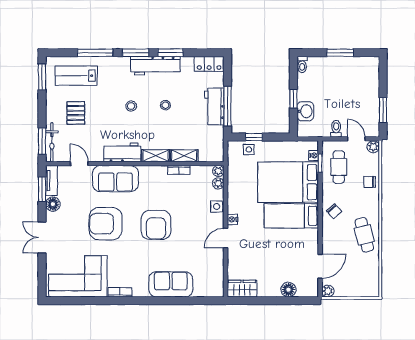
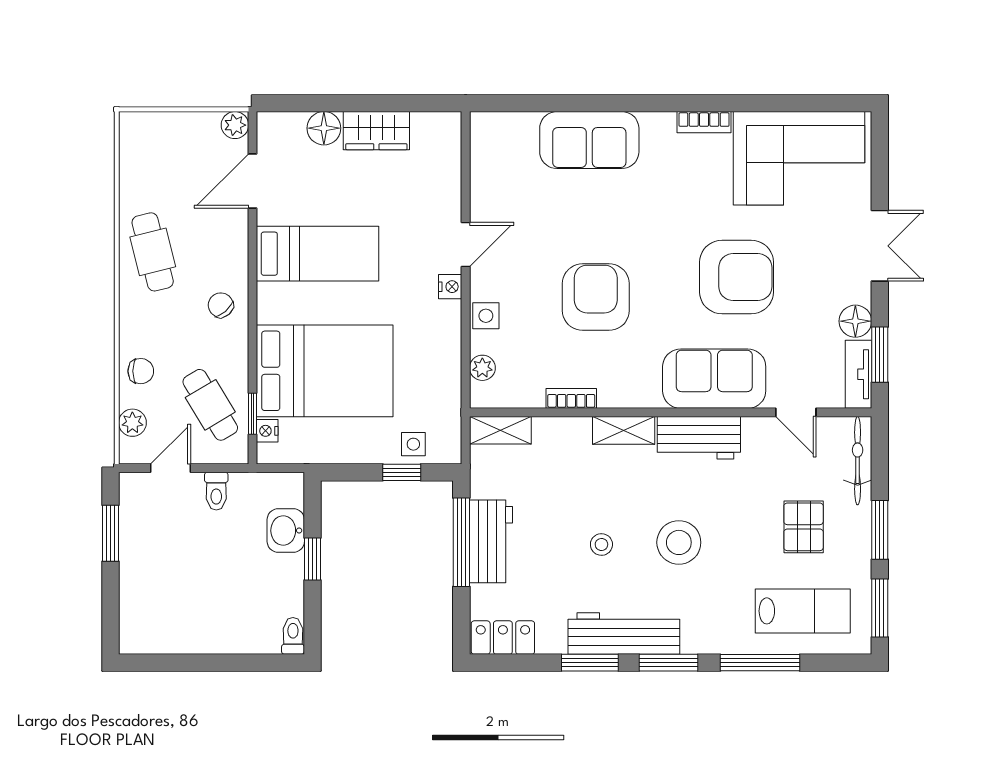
window: (340, 53) -> (207, 663), removed
stool: (131, 106) -> (679, 542), width x1.89, depth x1.89
door: (356, 139) -> (171, 468), swing flipped
window: (42, 141) -> (880, 530), moved
plant: (373, 147) -> (132, 423), moved
shelving: (184, 156) -> (500, 430), moved
cafe table: (339, 167) -> (210, 405), turned -31
plant: (218, 171) -> (482, 396), removed
bed: (291, 216) -> (317, 254), moved
armchair: (156, 225) -> (596, 297), moved
wardrobe: (242, 289) -> (376, 131), moved

